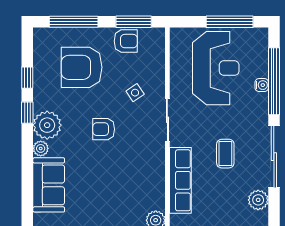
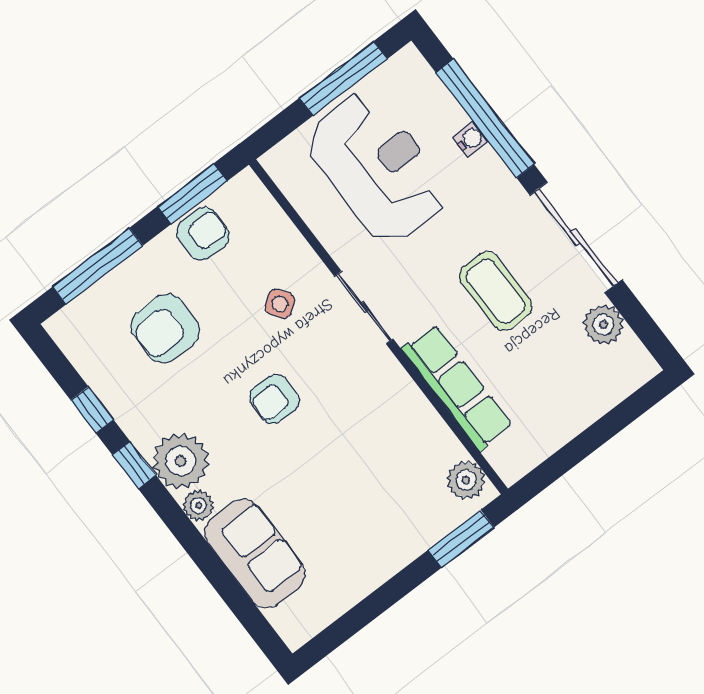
armchair: (82, 67) -> (165, 328), width x0.73, depth x0.73
coffee table: (225, 154) -> (496, 291), width x1.36, depth x1.30

